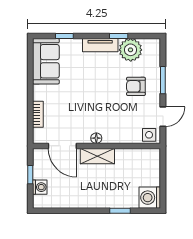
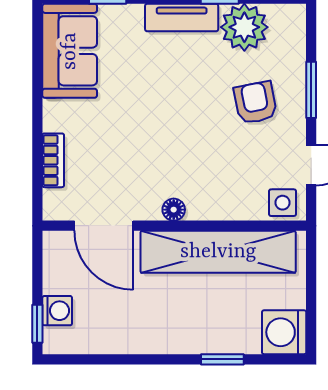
armchair: (136, 86) -> (255, 103), turned 79
shelving: (97, 156) -> (218, 252), width x2.20, depth x1.33
window: (30, 175) -> (37, 324), moved

